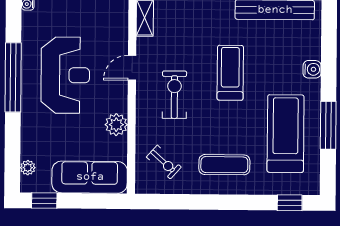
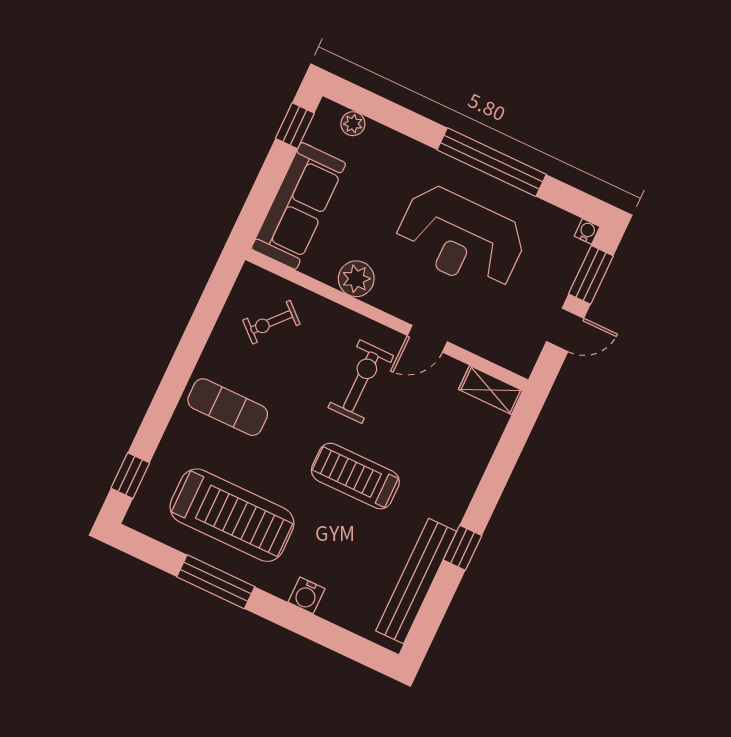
door: (132, 68) -> (427, 339), swing flipped
treadmill: (230, 73) -> (355, 476), turned 180
exercise bike: (174, 95) -> (361, 382), turned -90
exercise mat: (224, 165) -> (228, 407), turned 90

